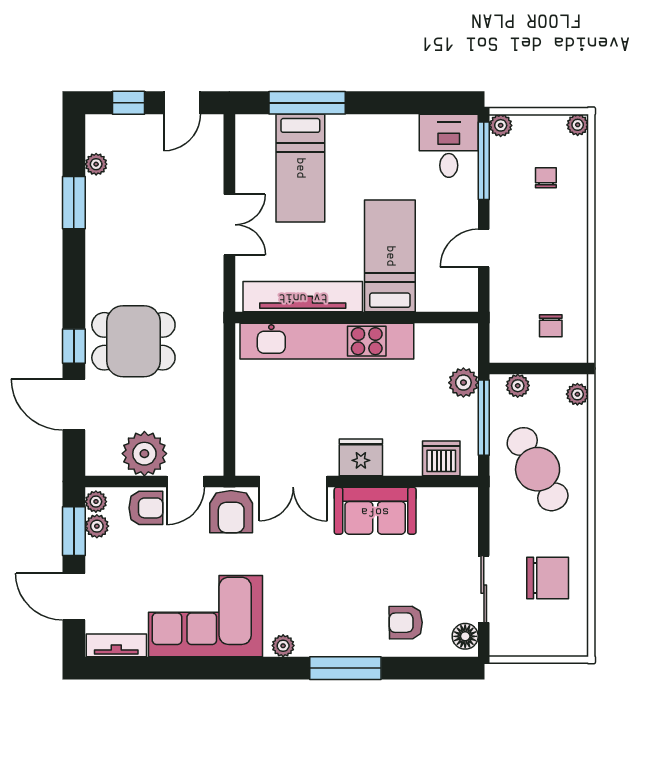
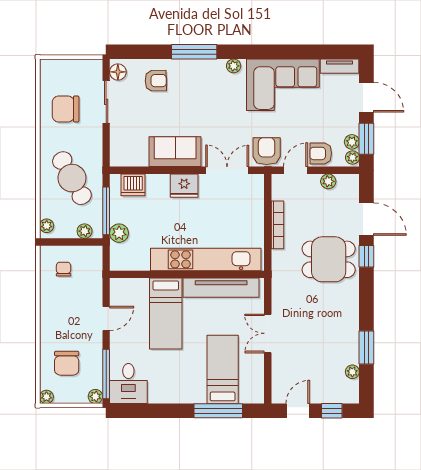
chair: (546, 178) -> (67, 363), width x1.87, depth x1.87
bookcase: (214, 396) -> (277, 225), added
plant: (144, 454) -> (328, 181), width x0.53, depth x0.53

